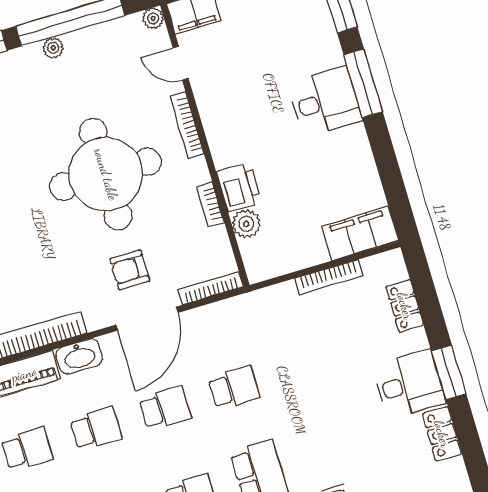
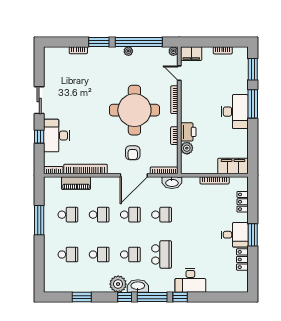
desk: (325, 101) -> (235, 112), width x1.37
armchair: (130, 270) -> (133, 153), turned -90
washbasin: (79, 356) -> (172, 183), moved

